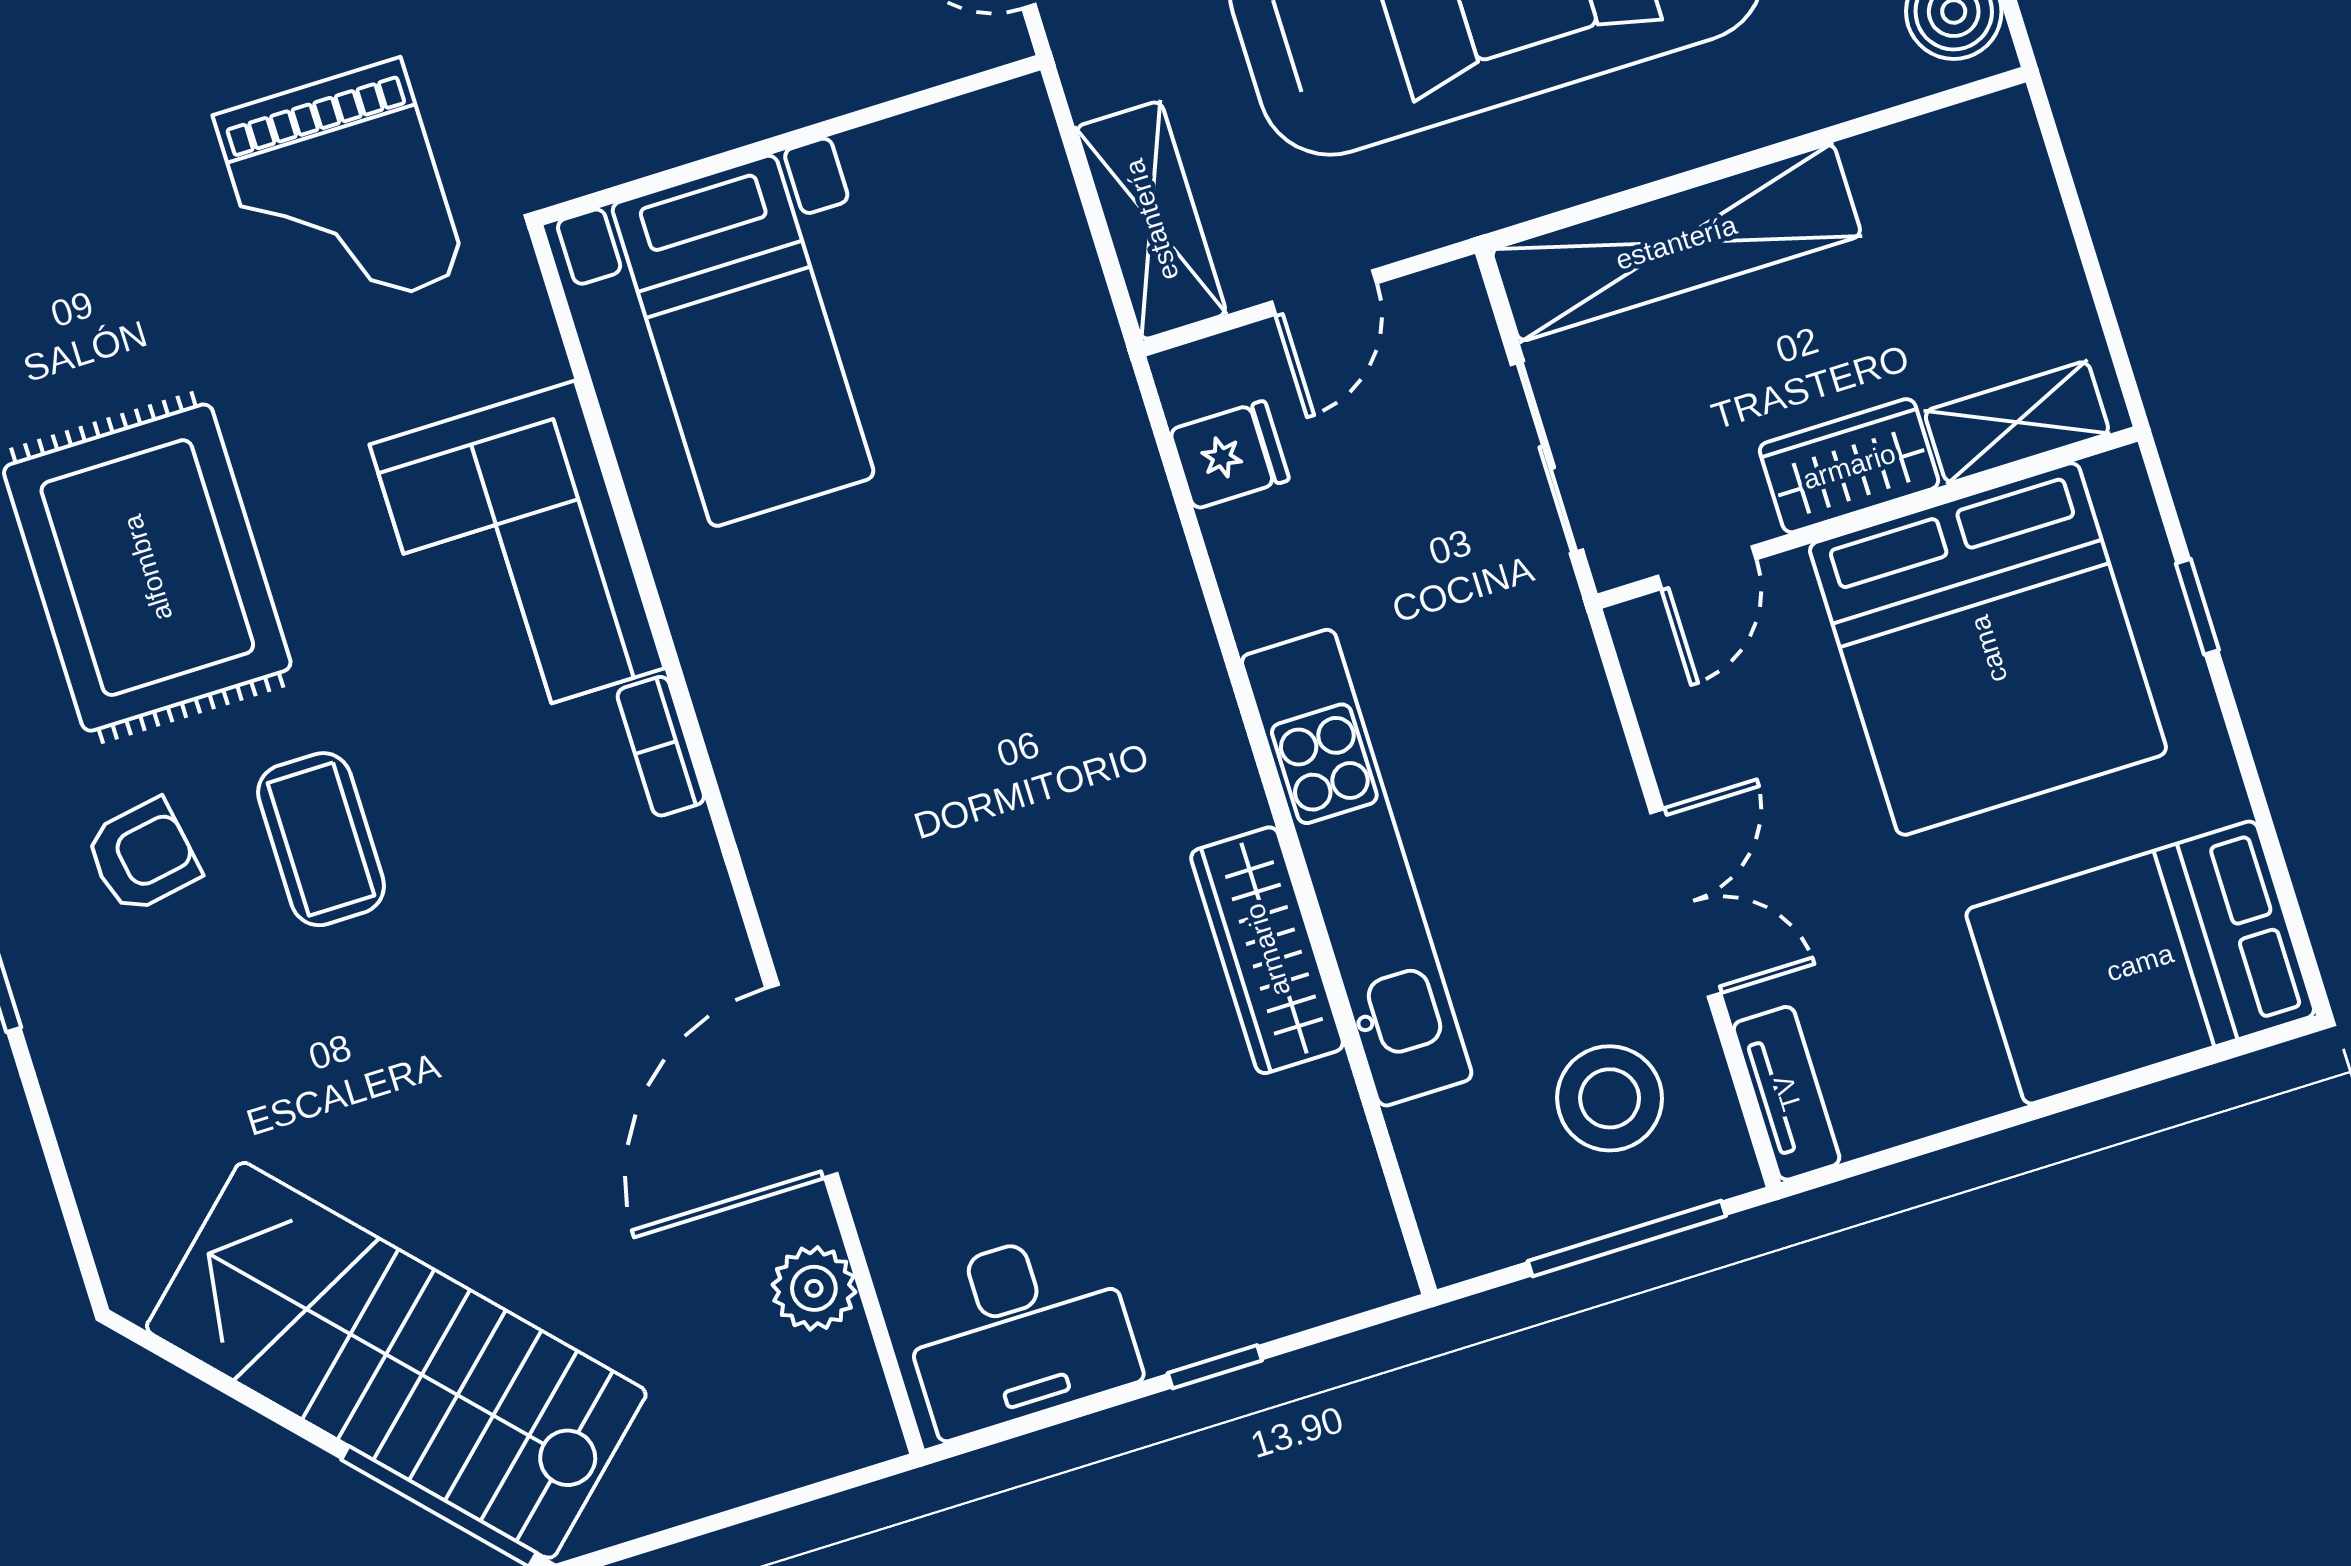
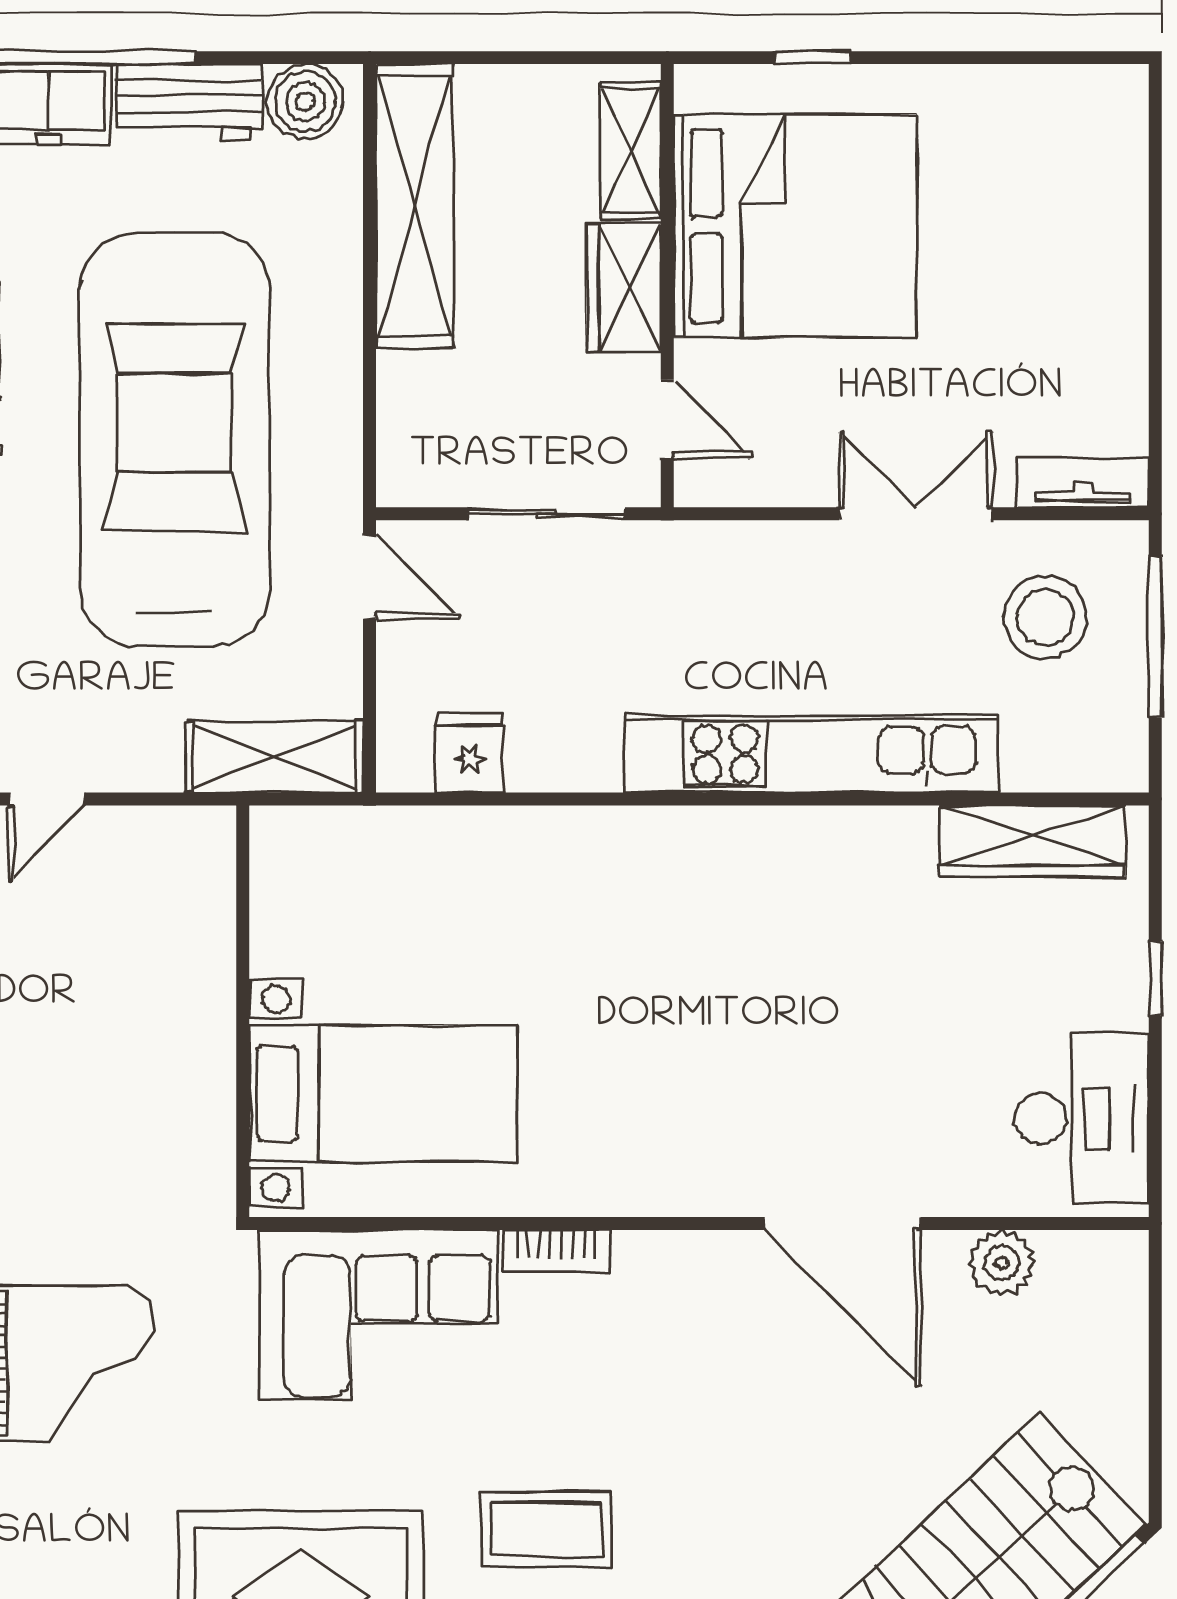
wall: (789, 140) -> (243, 1011), moved
shelving: (1676, 242) -> (415, 206), moved
door: (1324, 293) -> (370, 577), moved
bed with nightstands: (743, 341) -> (383, 1093), moved
wardrobe: (1267, 950) -> (1032, 841), moved
bed: (2140, 962) -> (1068, 184), removed

